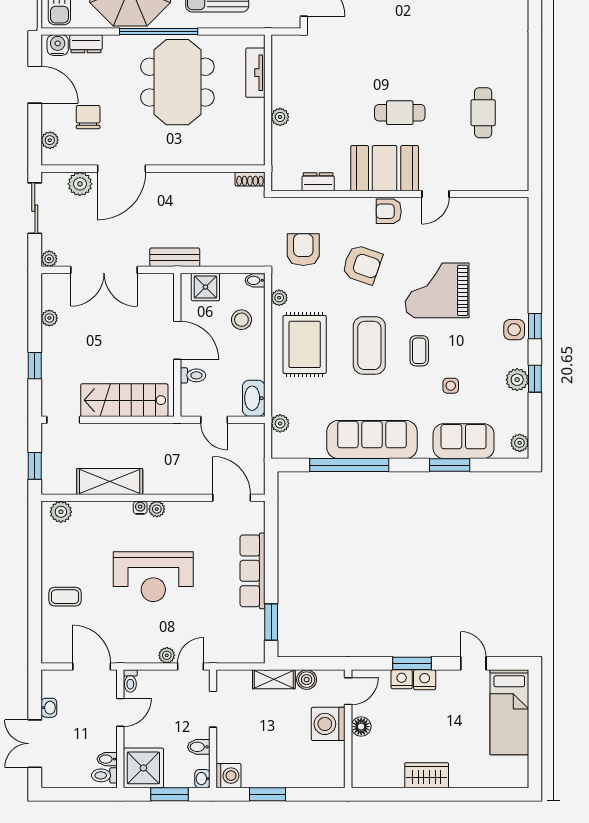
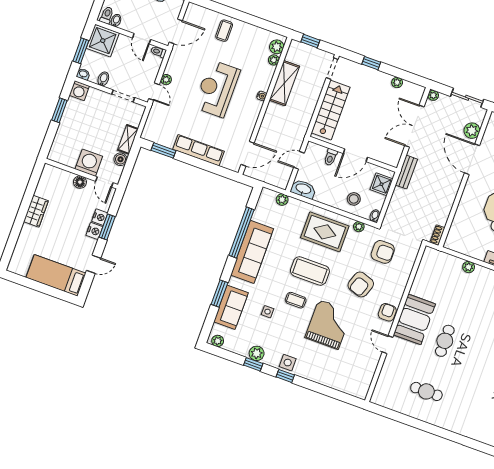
dresser: (318, 182) -> (421, 276), removed
plant: (157, 509) -> (274, 60), moved

